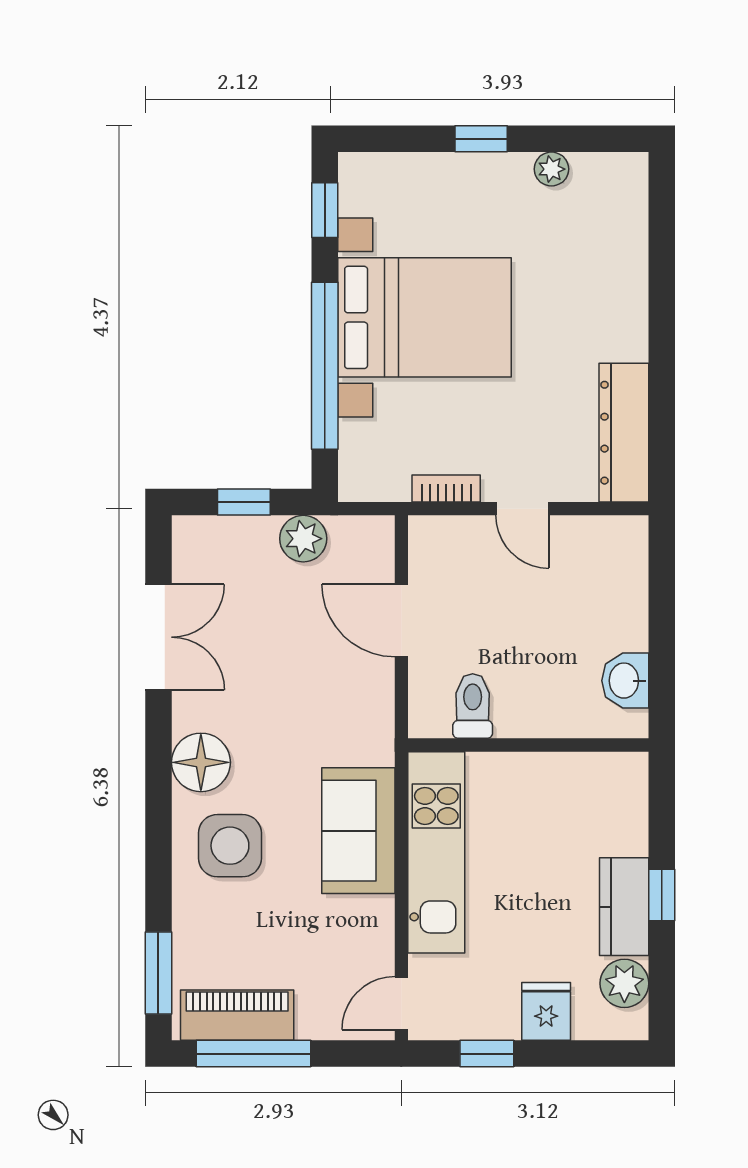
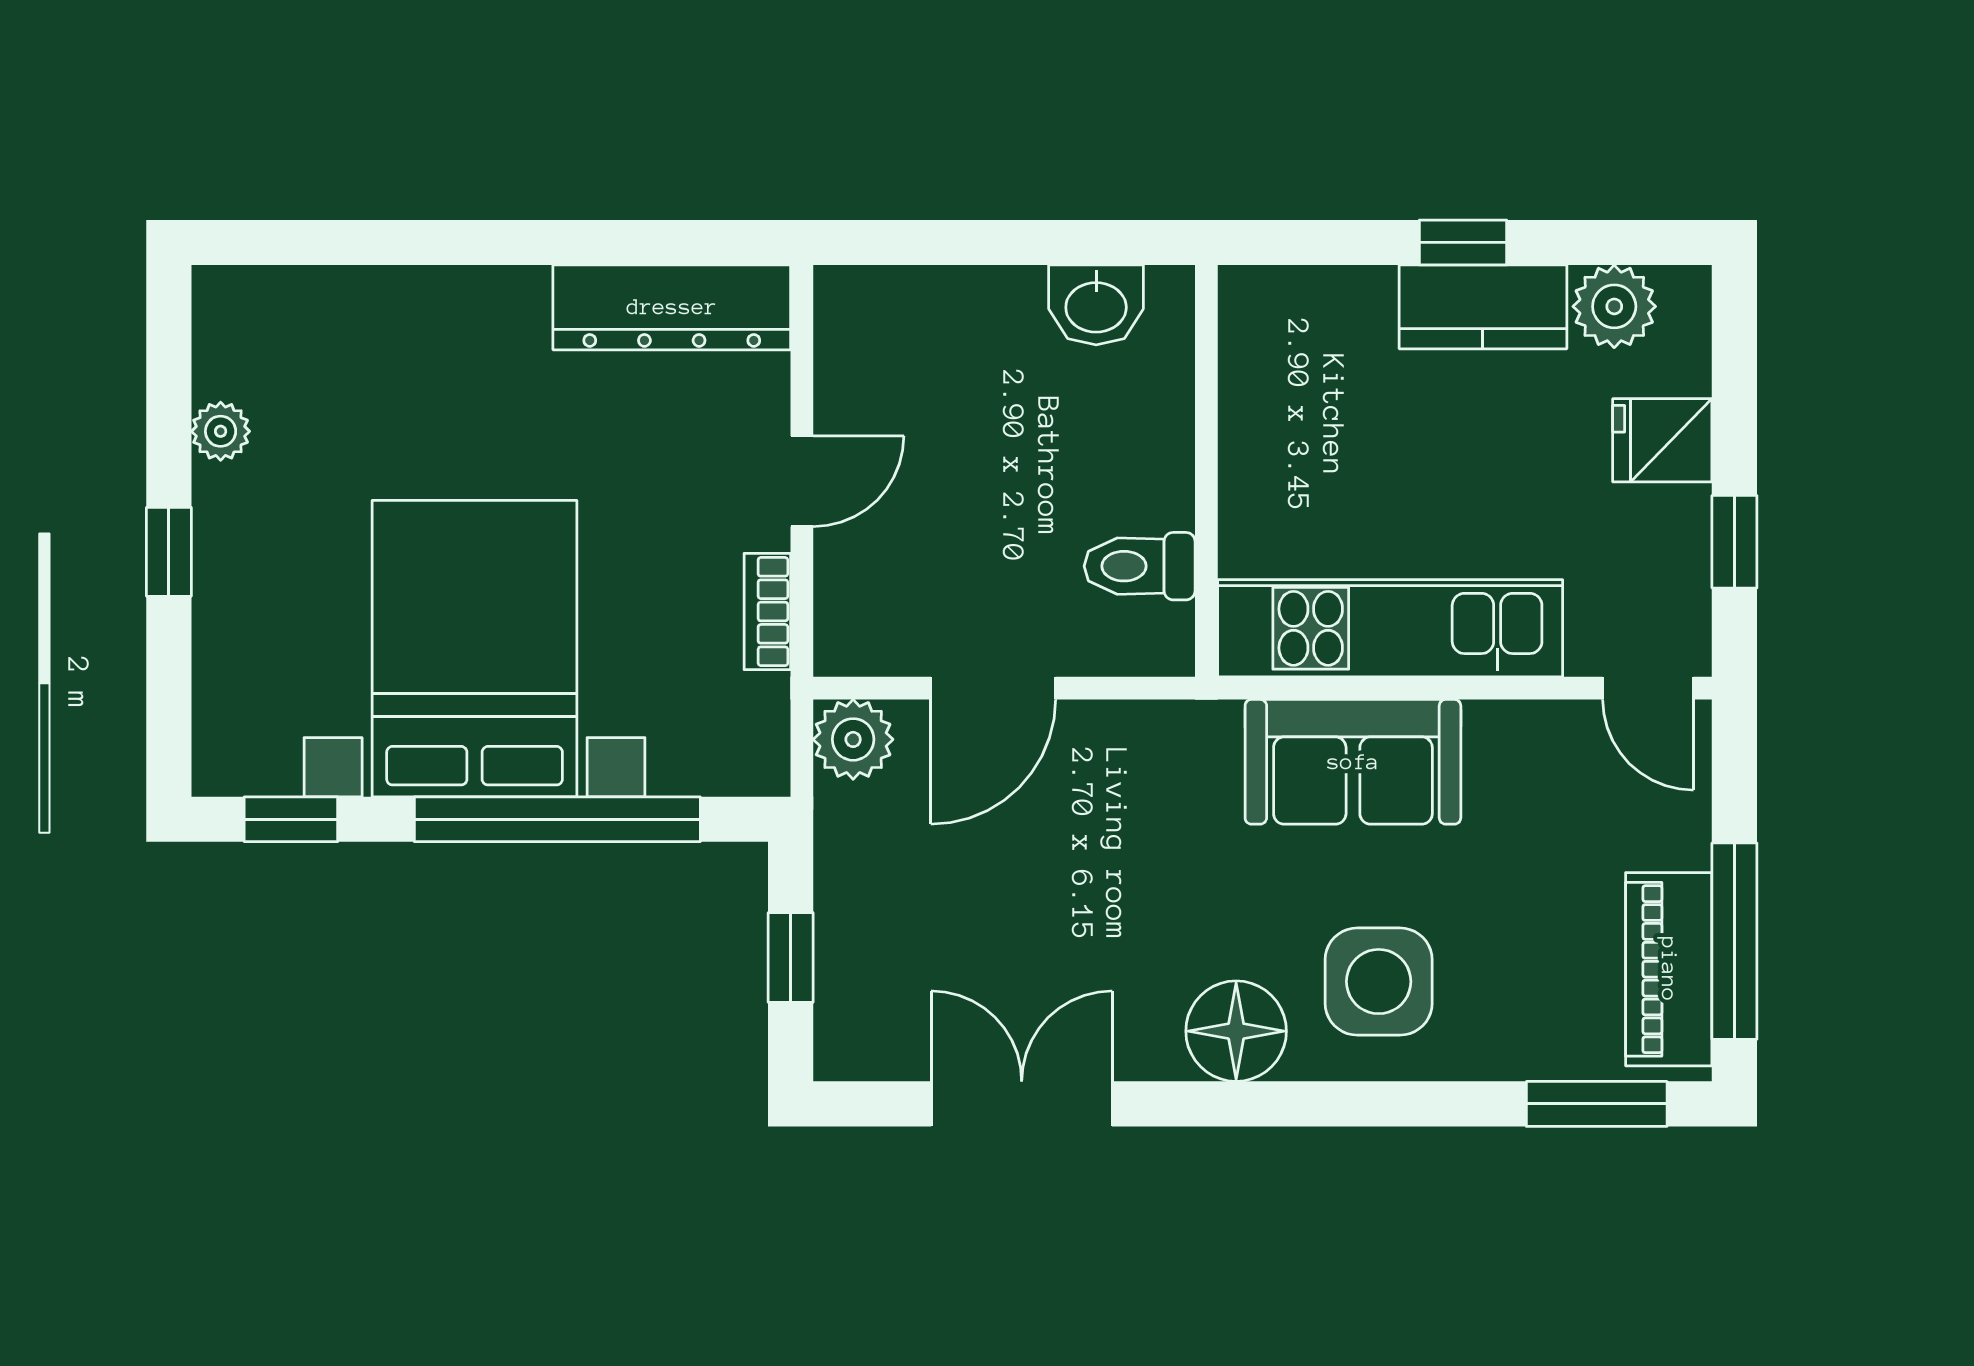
plant: (303, 539) -> (853, 739), moved

